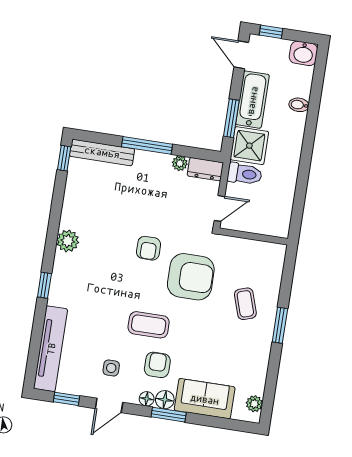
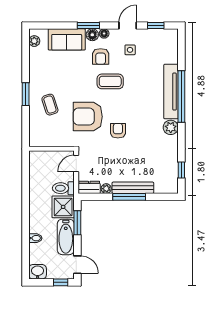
bench: (102, 152) -> (133, 188), moved
window: (64, 158) -> (181, 170), moved
window: (44, 285) -> (181, 96), width x3.17
tv unit: (51, 349) -> (171, 92), moved

